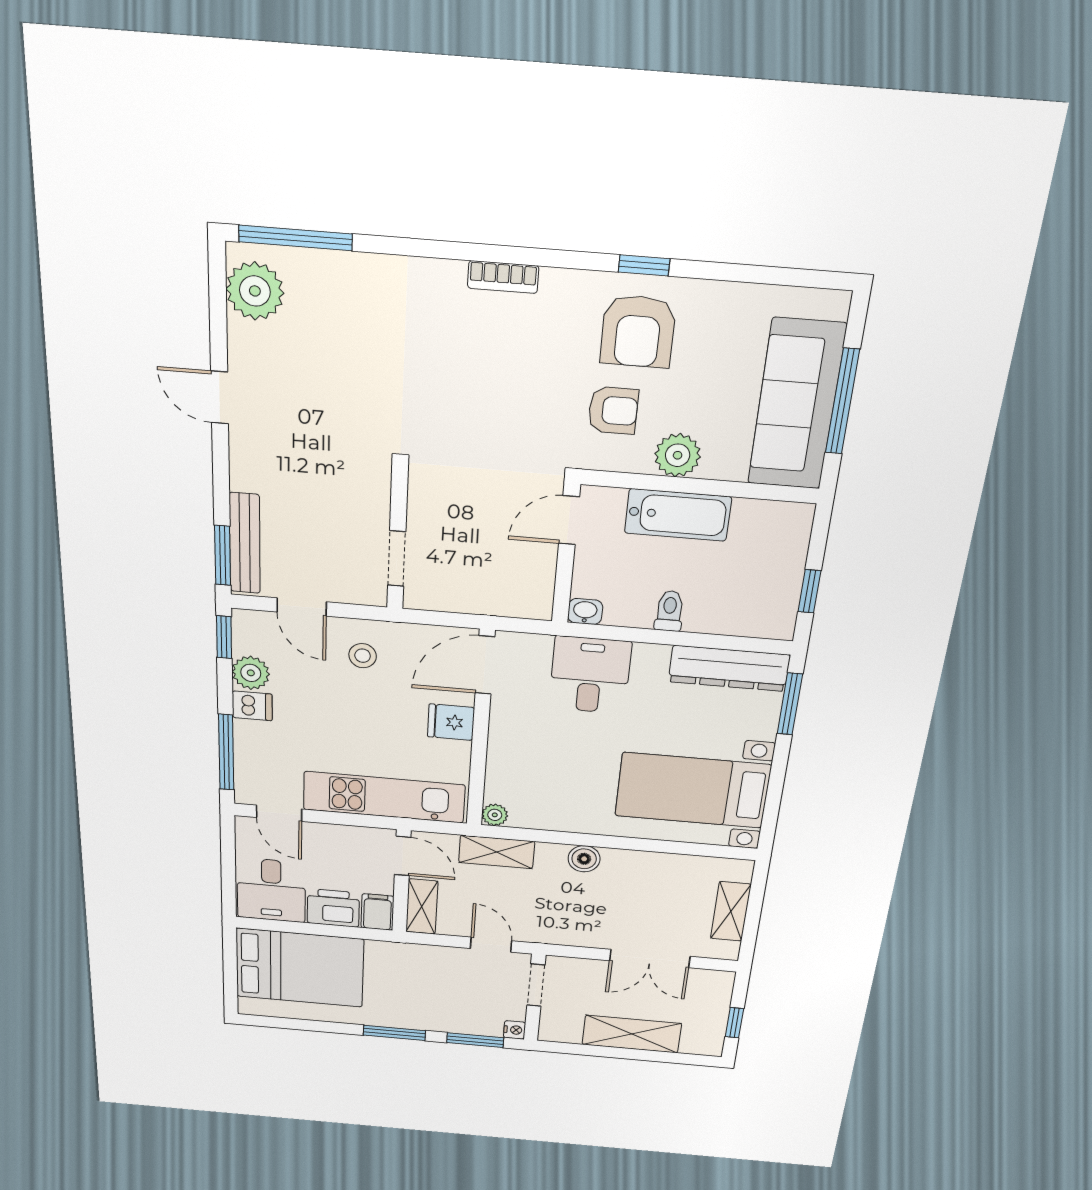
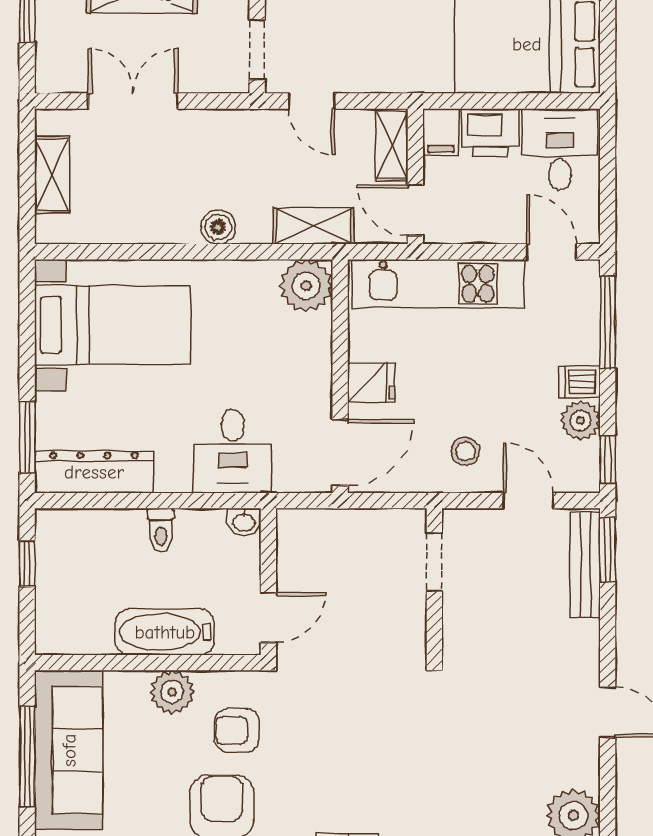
plant: (495, 815) -> (306, 286), width x1.87, depth x1.87

